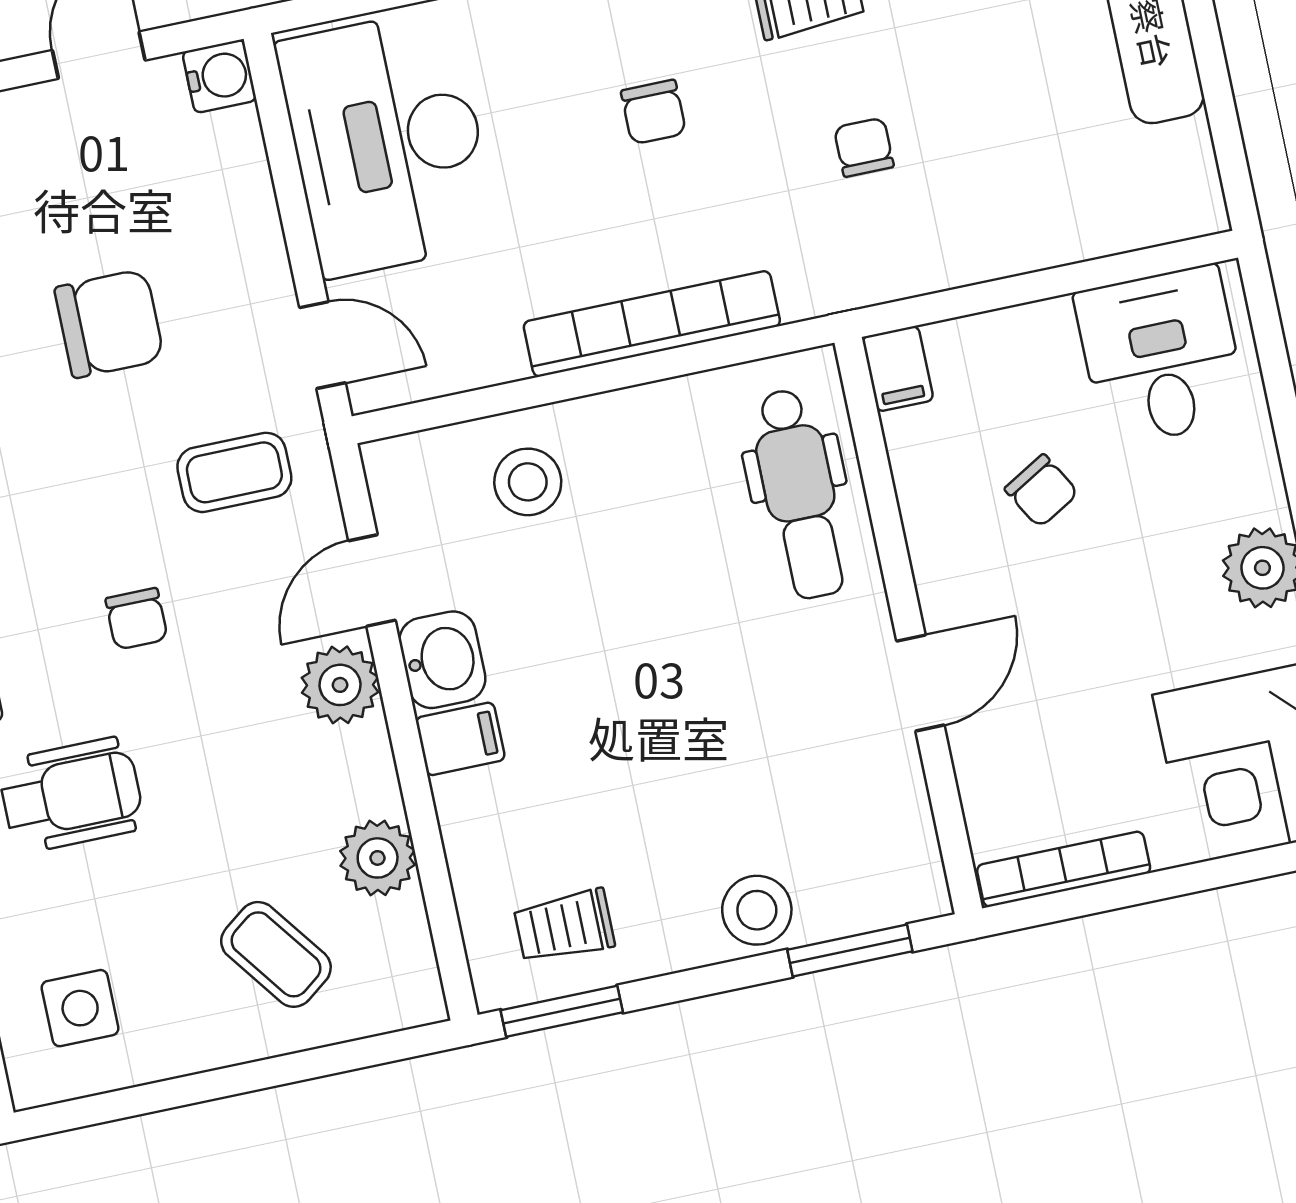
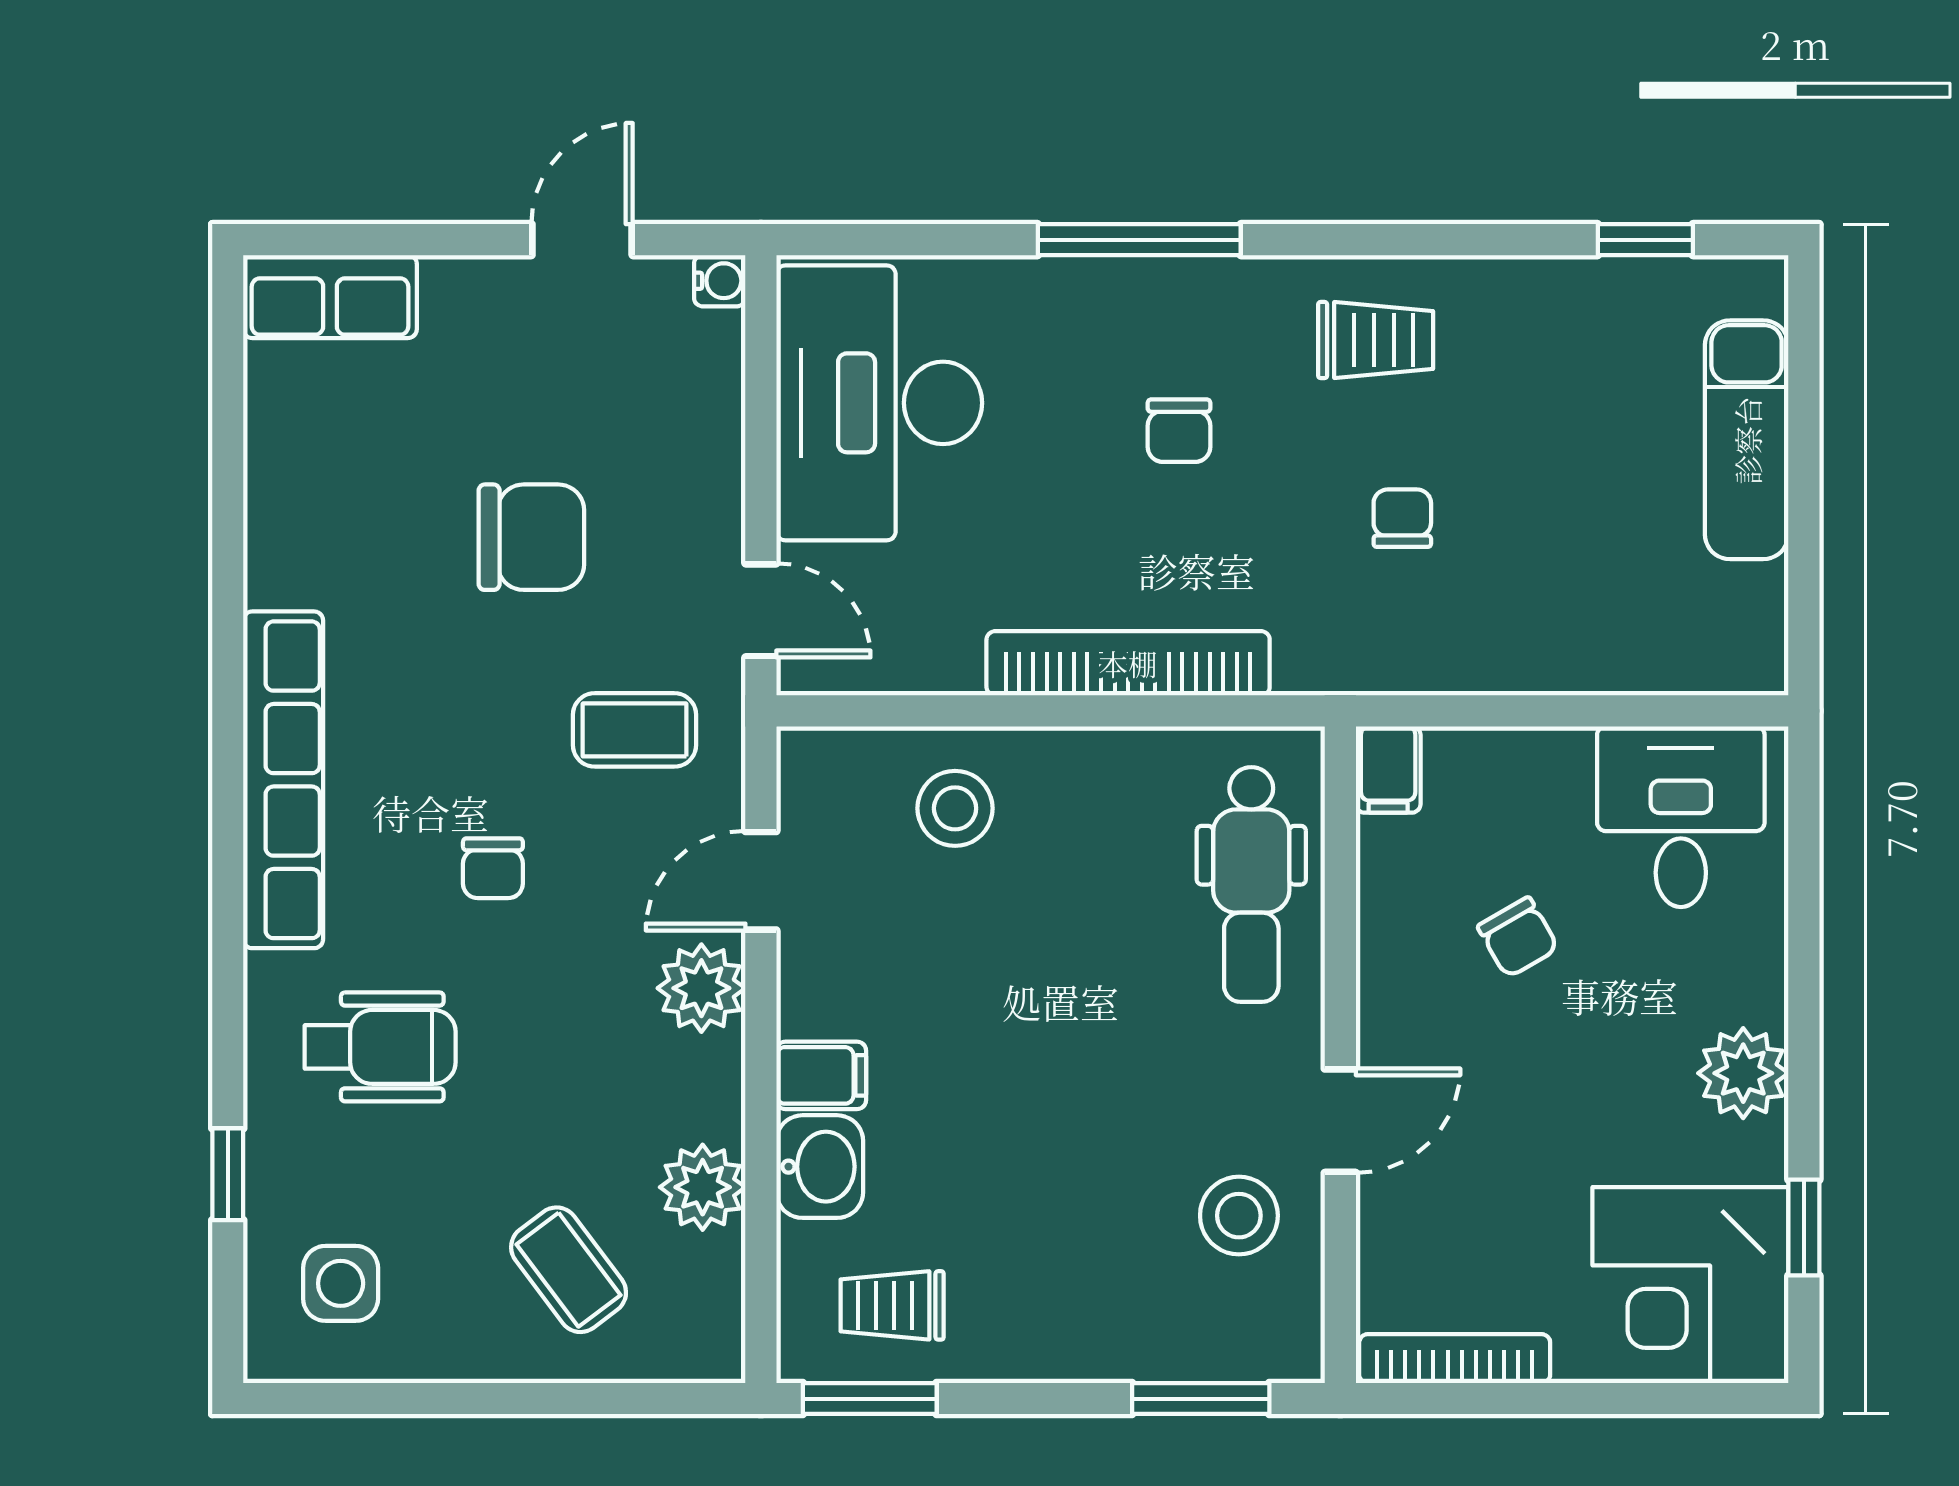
water cooler: (219, 76) -> (720, 281), width x0.72, depth x0.72
washbasin: (442, 660) -> (820, 1167), moved
stool: (757, 910) -> (1239, 1216), moved

